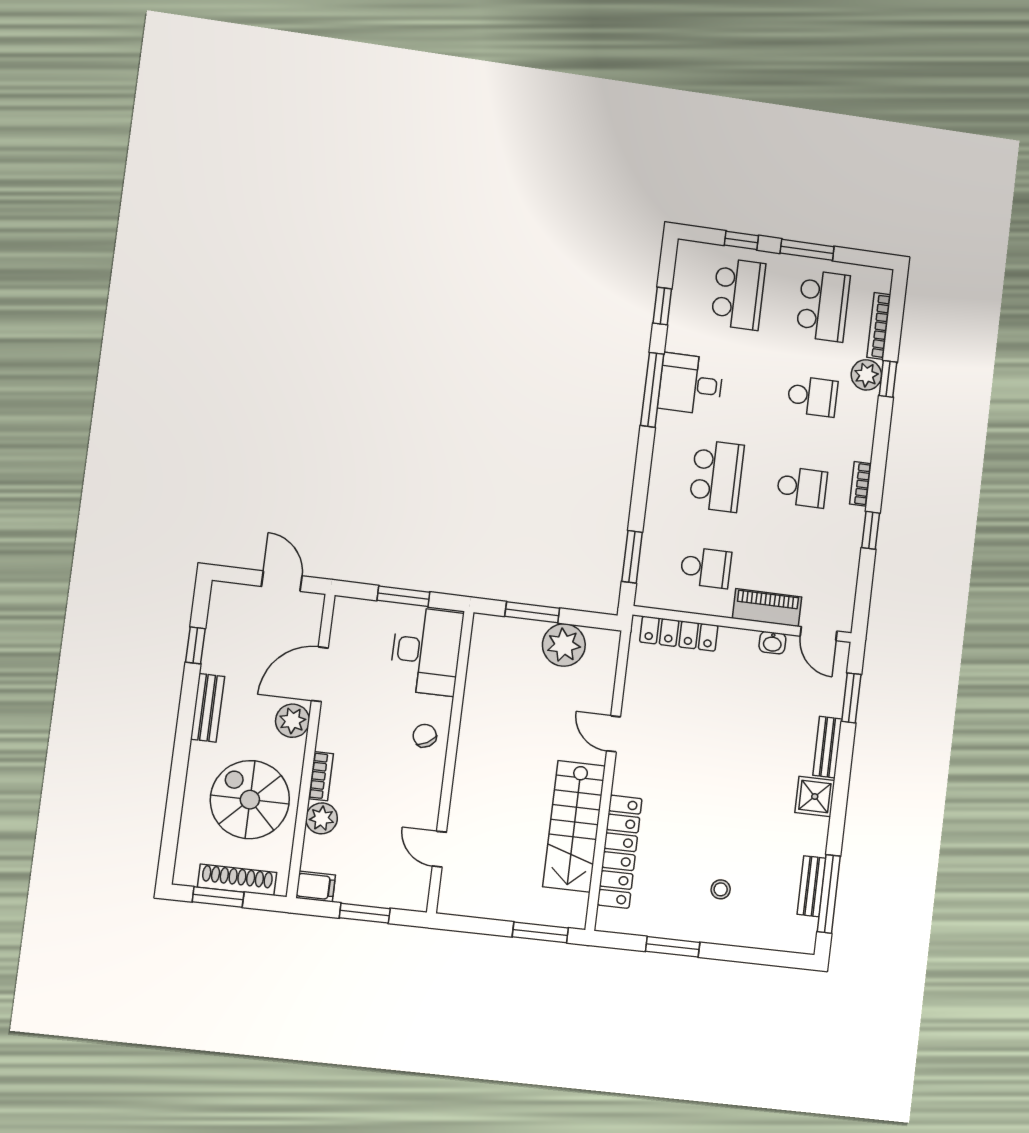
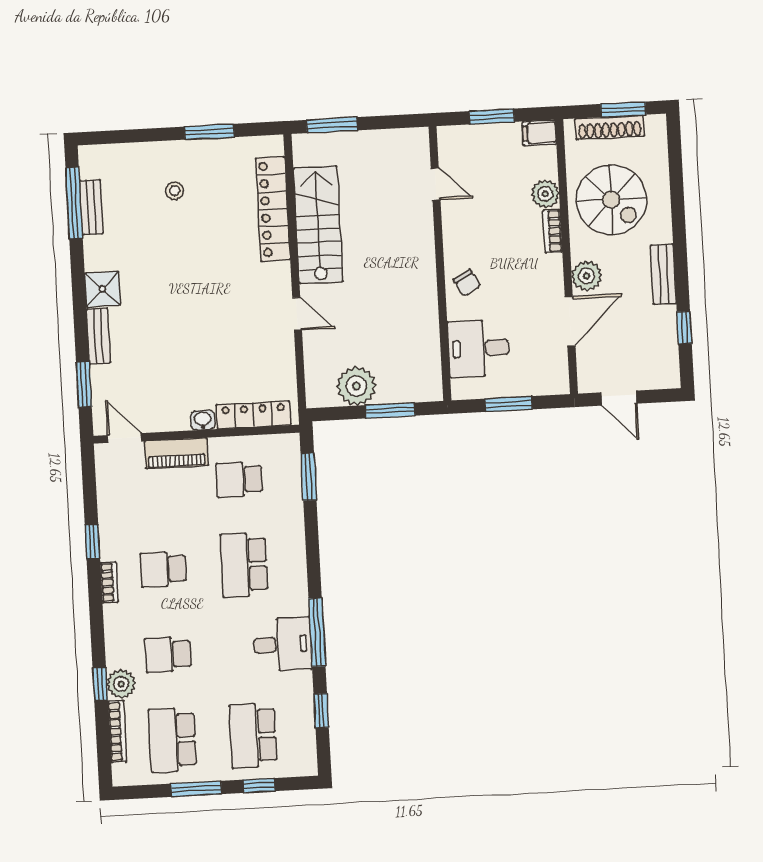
washbasin: (772, 643) -> (203, 420), moved
desk: (426, 651) -> (479, 348), width x0.73

